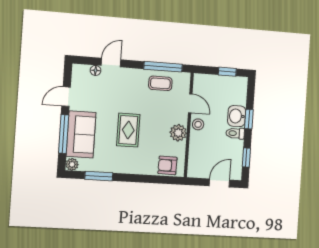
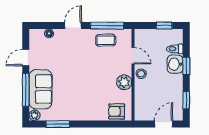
door: (111, 63) -> (73, 26), moved
rug: (128, 130) -> (81, 83), removed
toilet: (235, 133) -> (175, 49), moved

